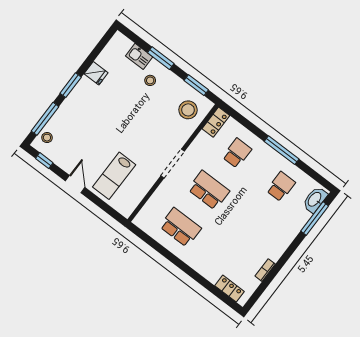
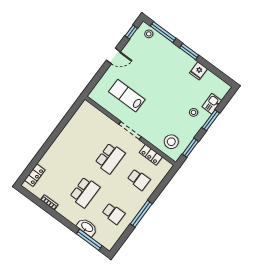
locker: (216, 122) -> (151, 155), moved
lab bench: (114, 176) -> (127, 96), moved
washbasin: (315, 200) -> (87, 227), moved
school desk: (180, 227) -> (85, 192), moved

